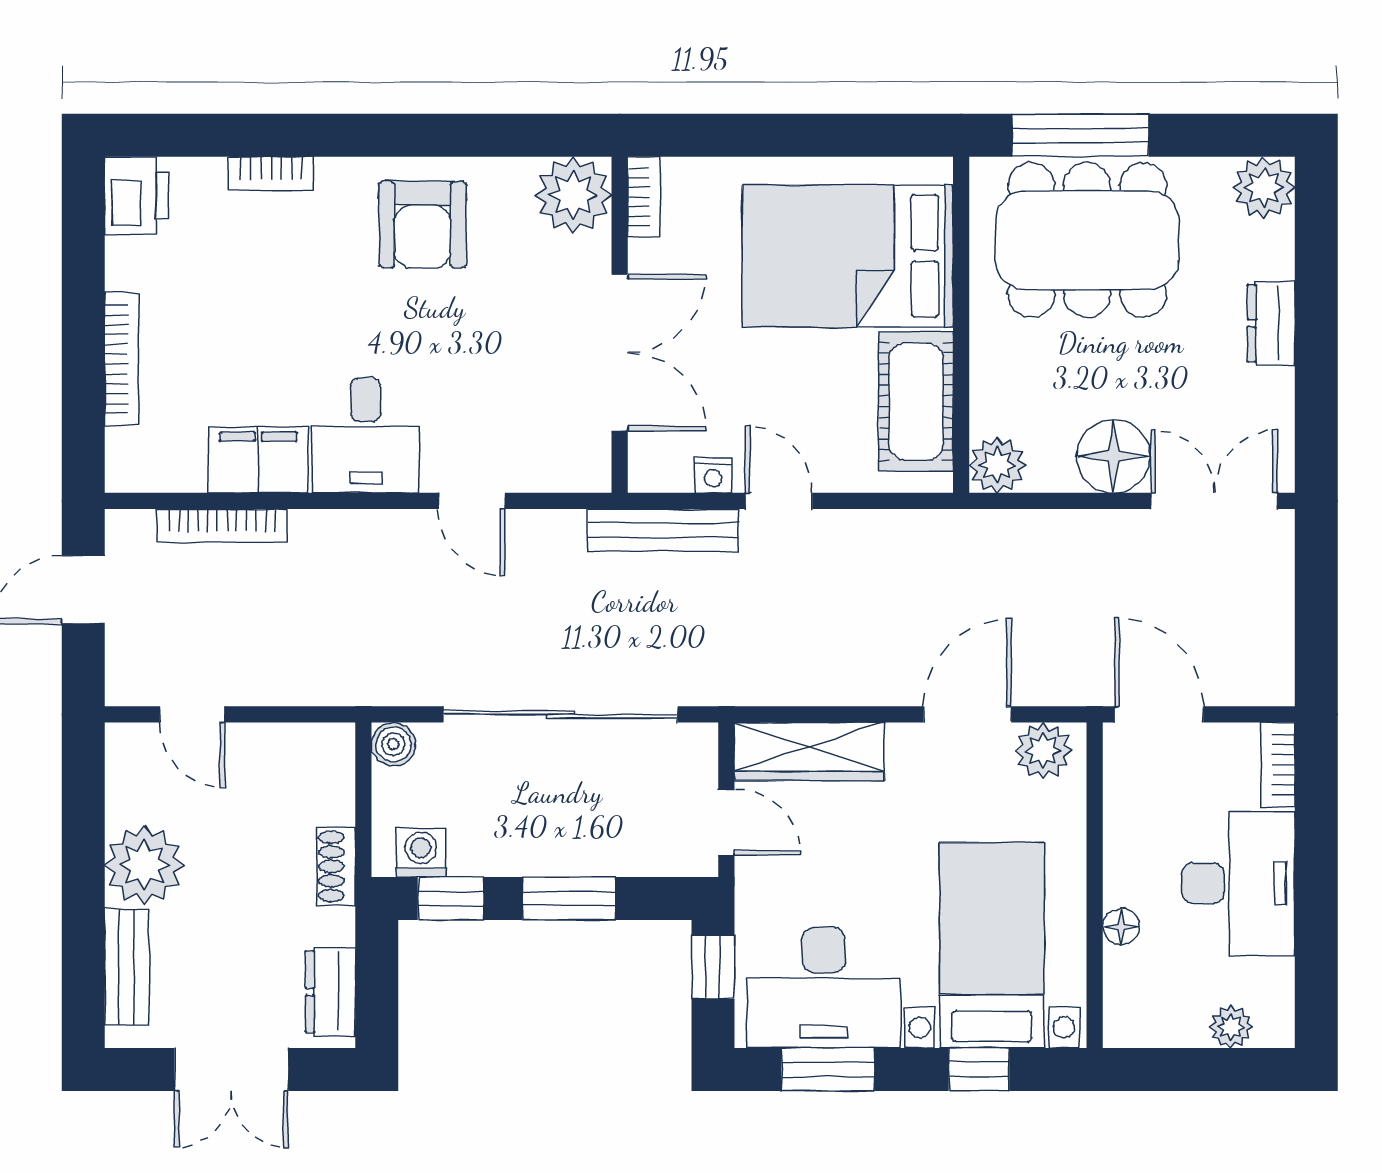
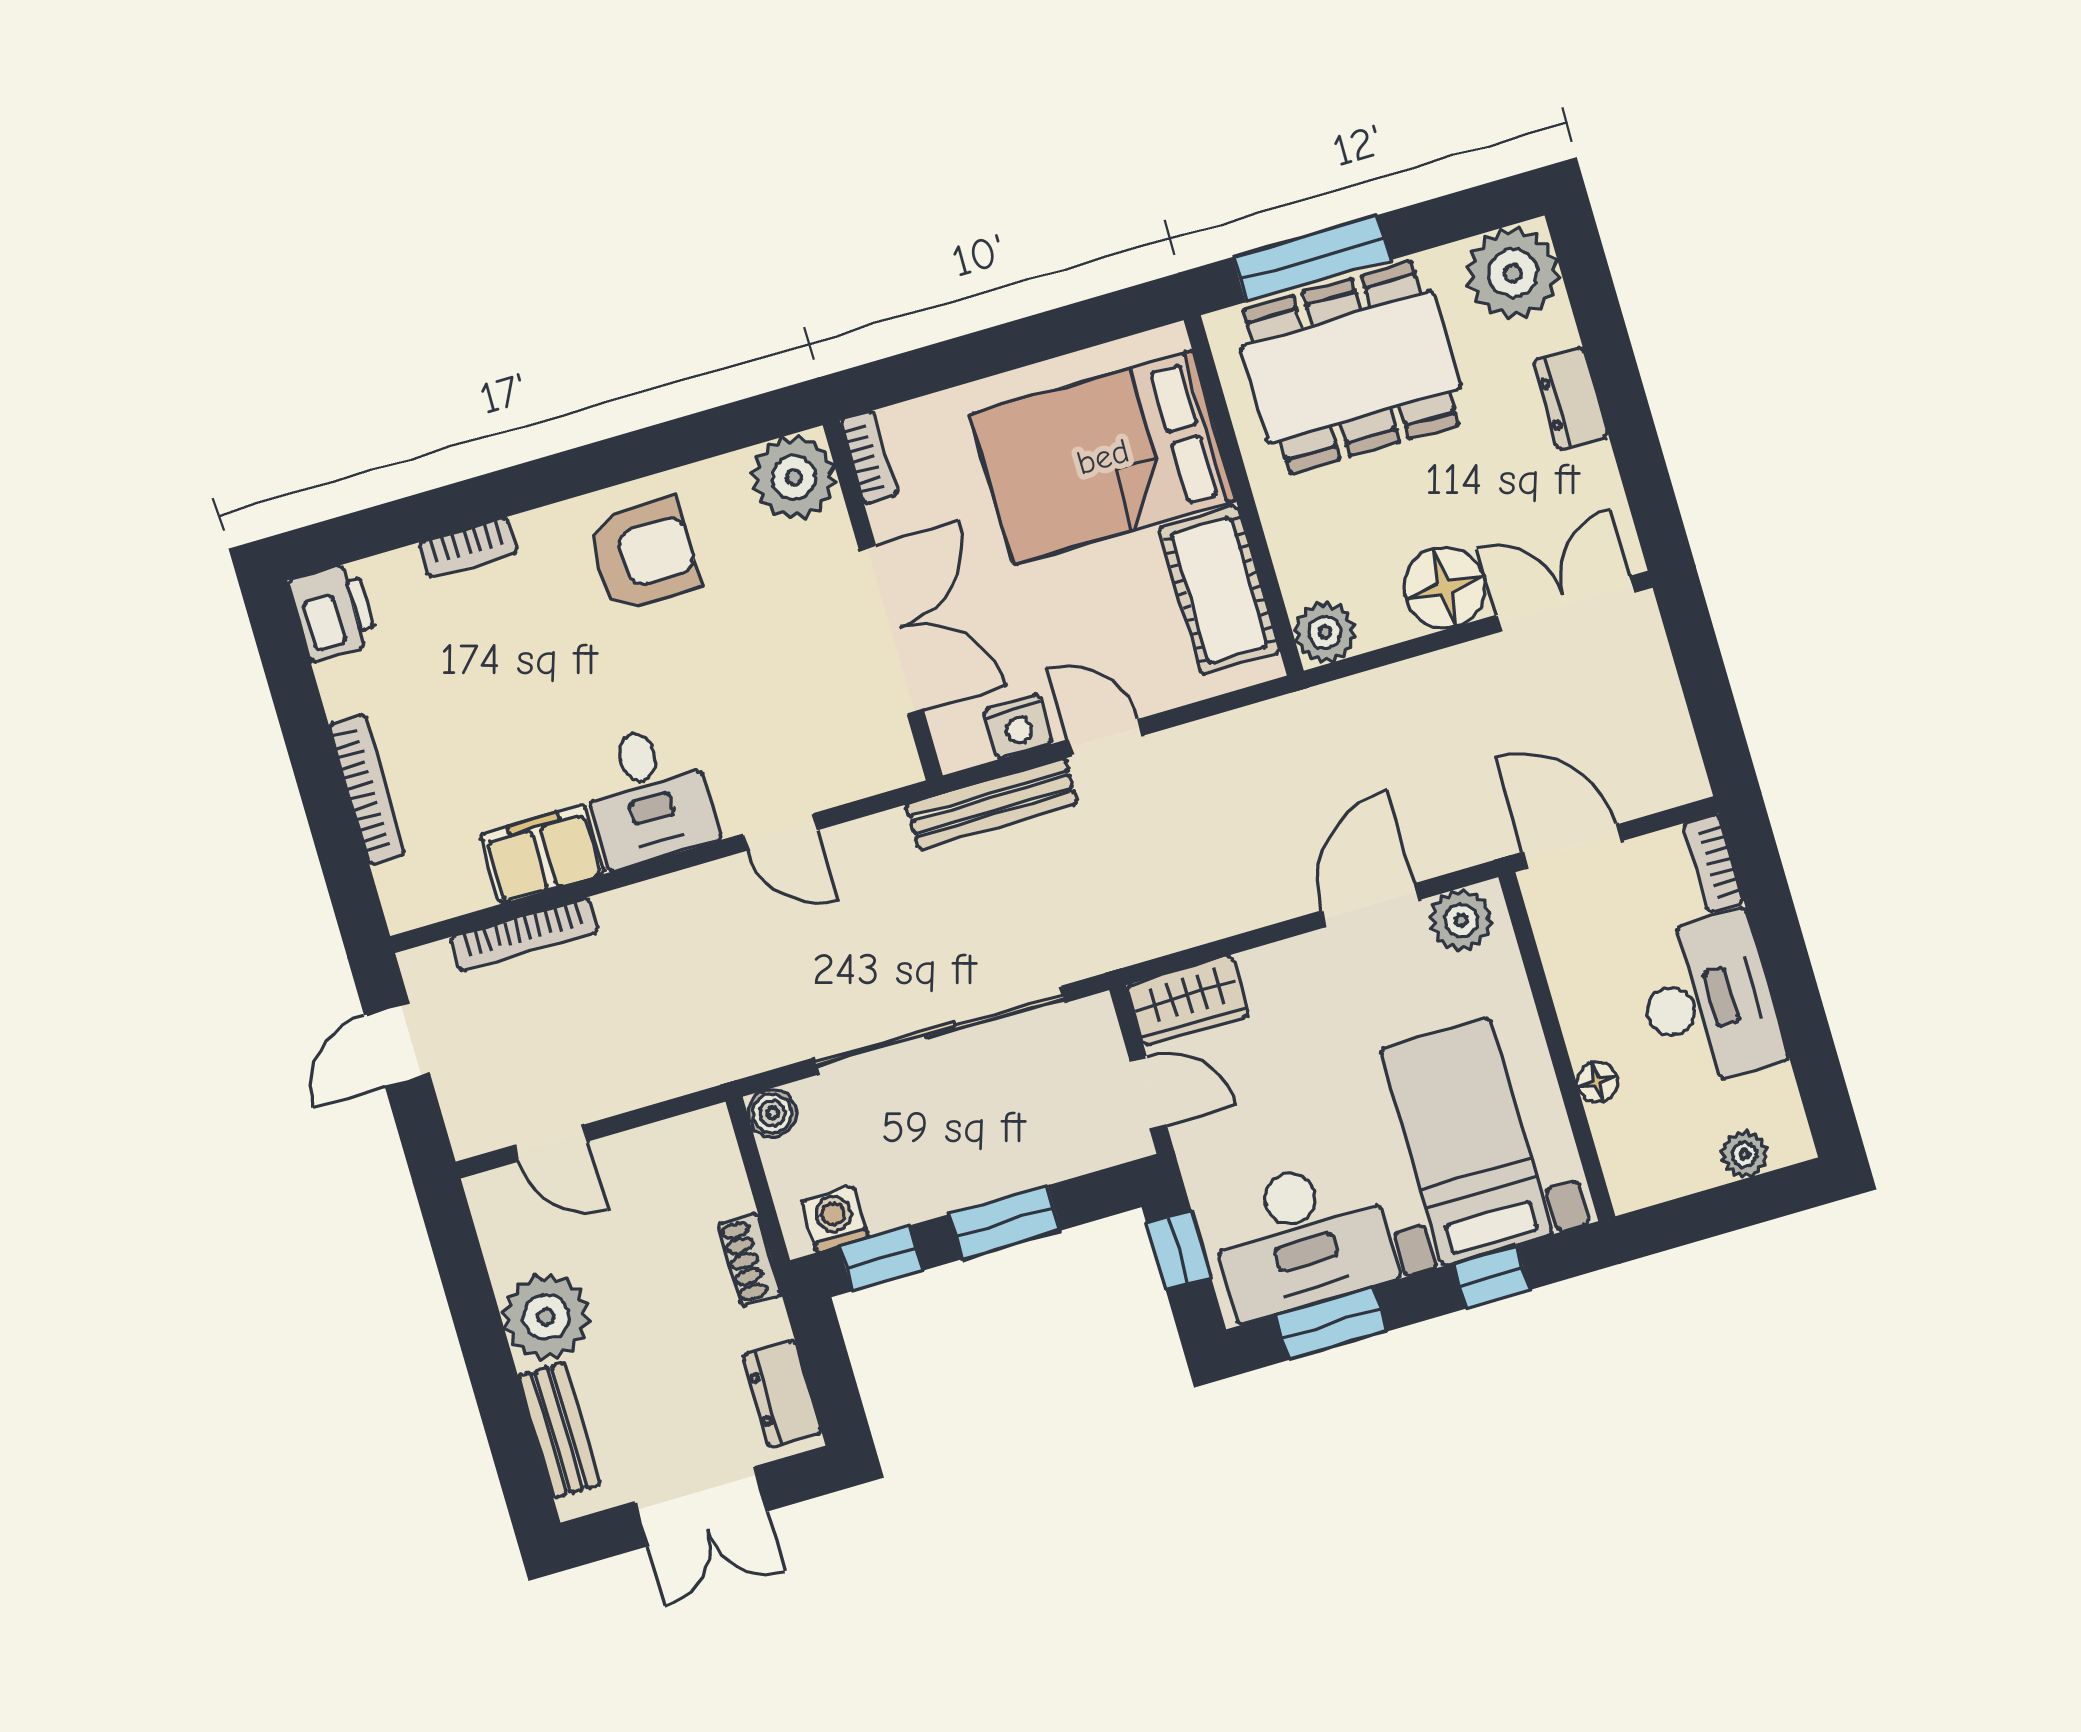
plant: (1264, 188) -> (1513, 273), width x1.36, depth x1.36
armchair: (422, 225) -> (644, 555), turned -90
nightstand: (713, 475) -> (1018, 726), width x1.39, depth x1.35
wardrobe: (809, 751) -> (1188, 1001), width x0.67

